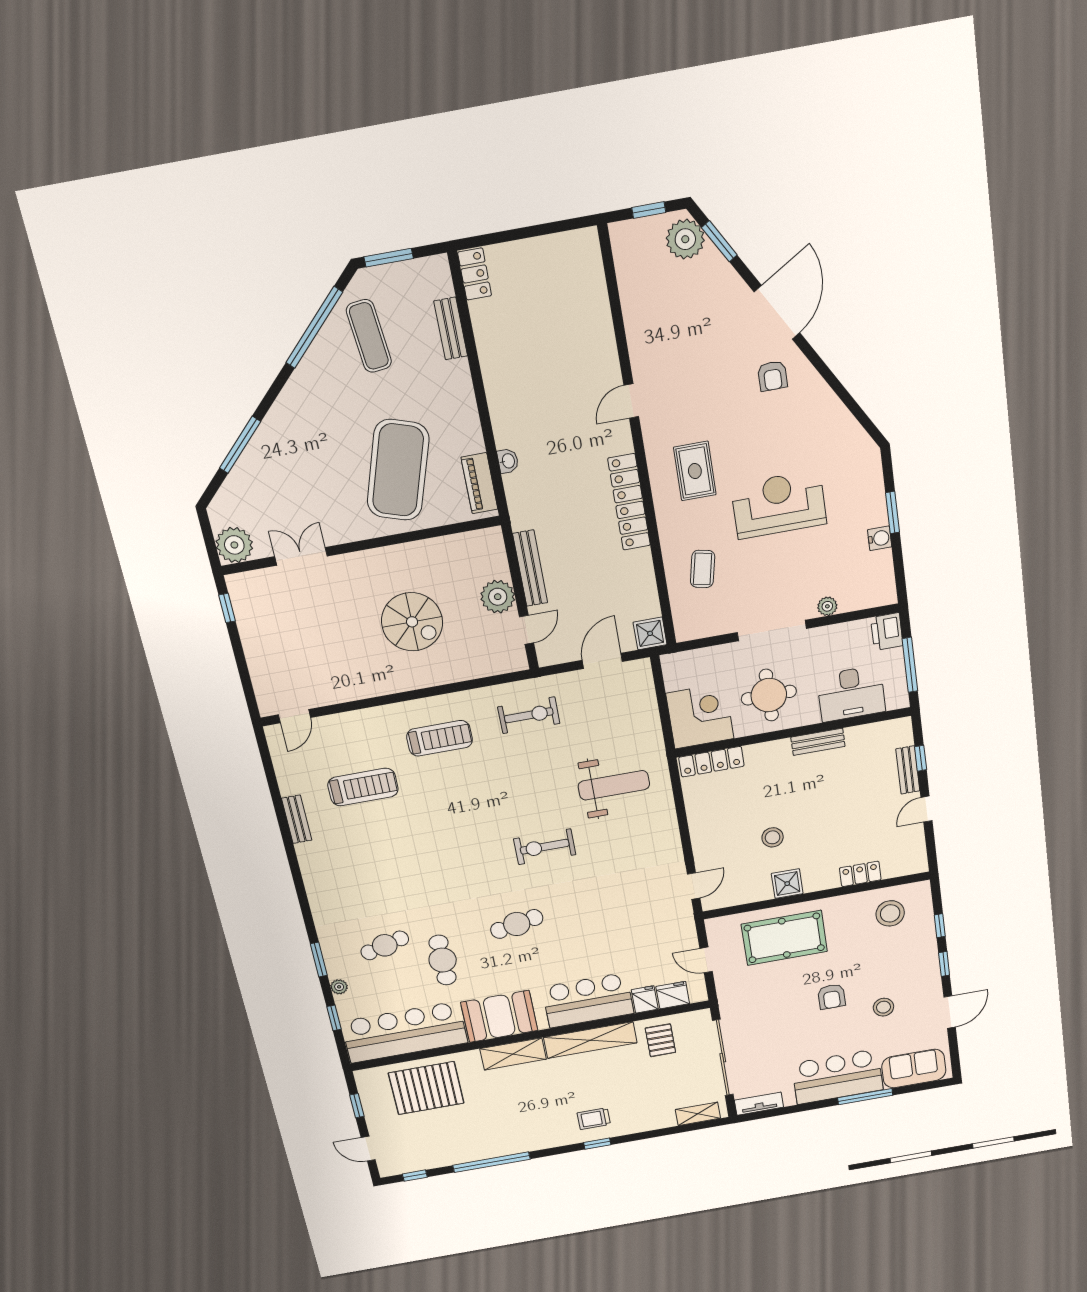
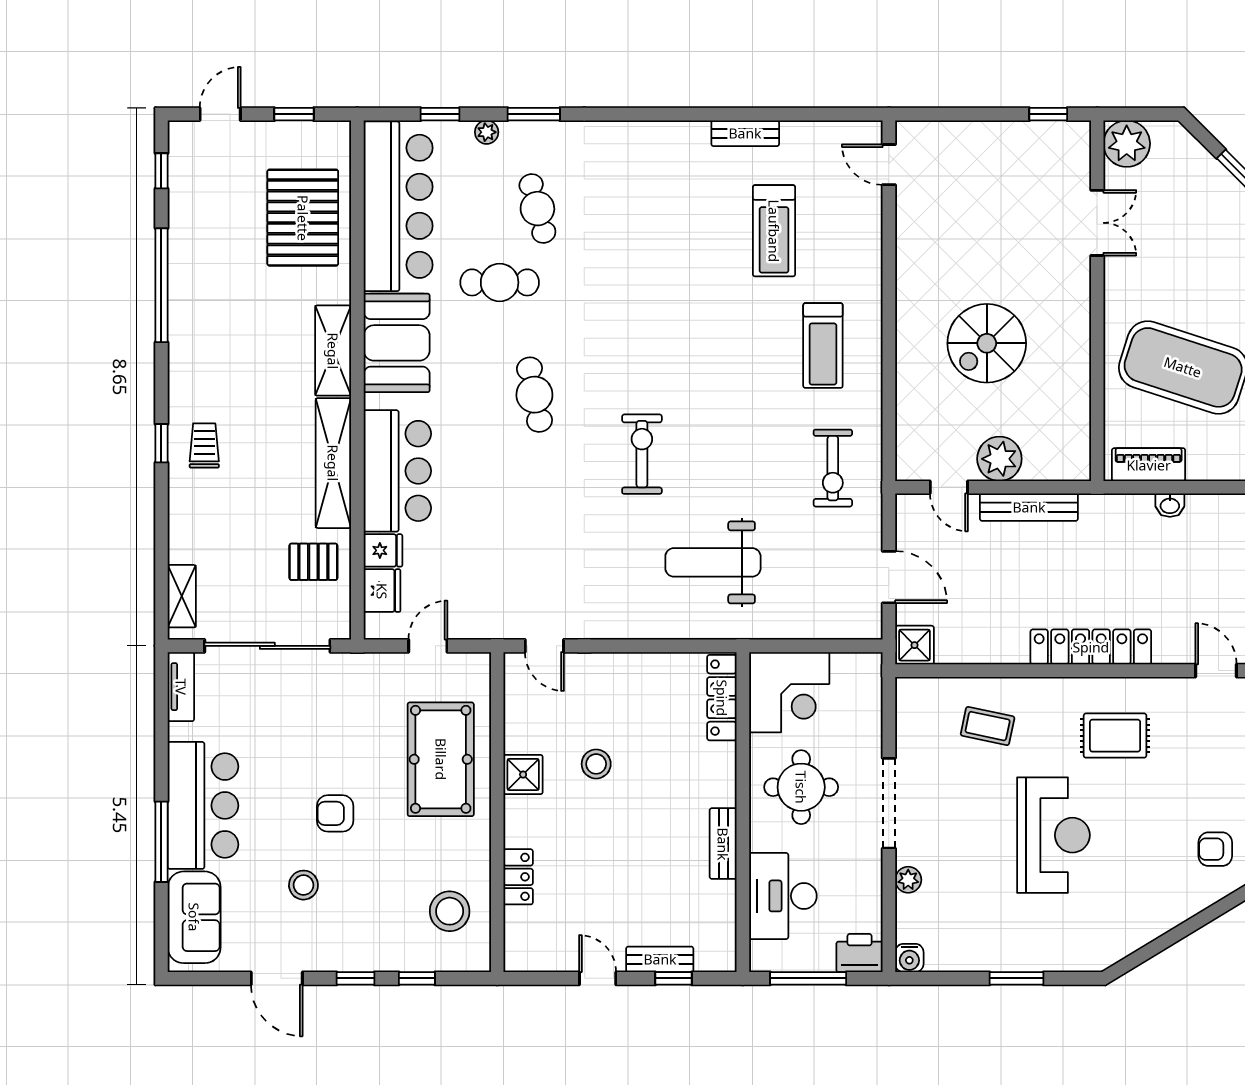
water cooler: (880, 538) -> (909, 958), moved
weight bench: (614, 785) -> (713, 562), turned 90

